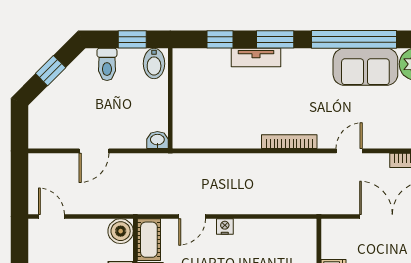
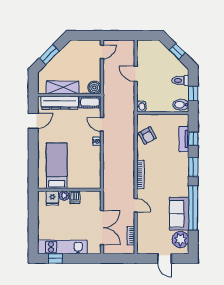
tv unit: (256, 58) -> (184, 139), moved
armchair: (214, 128) -> (147, 135), added

